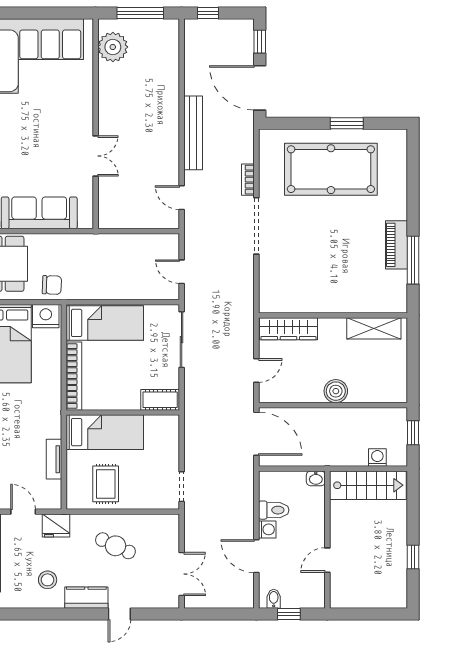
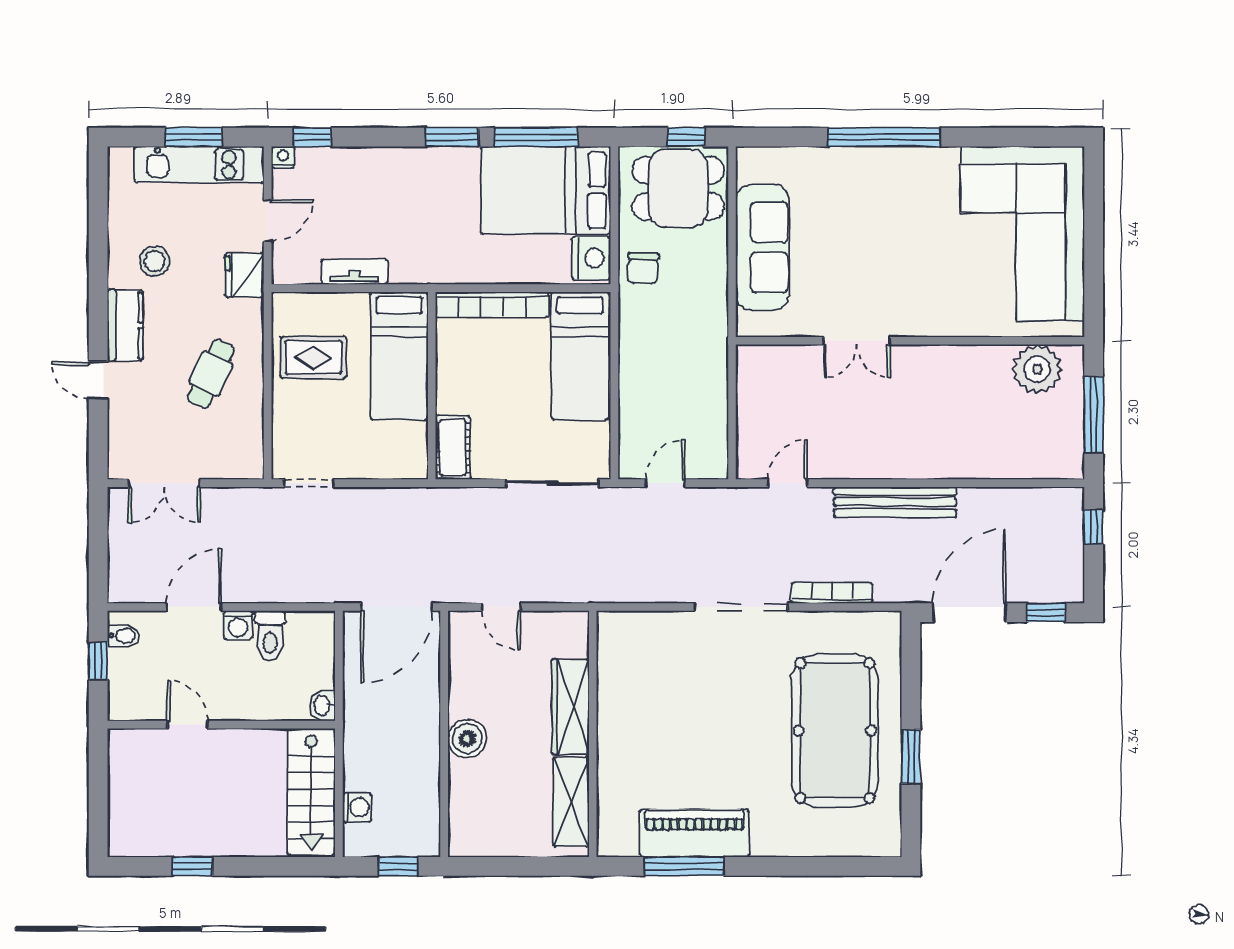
bookcase: (248, 180) -> (832, 593), width x1.56
piano: (397, 245) -> (695, 833), width x1.37, depth x1.33
wardrobe: (289, 329) -> (571, 707), moved

